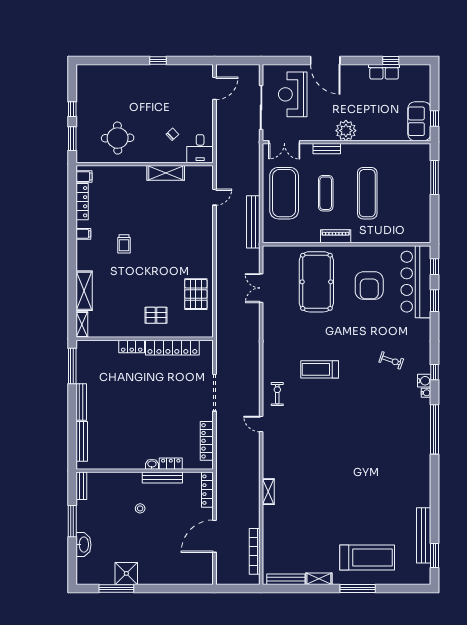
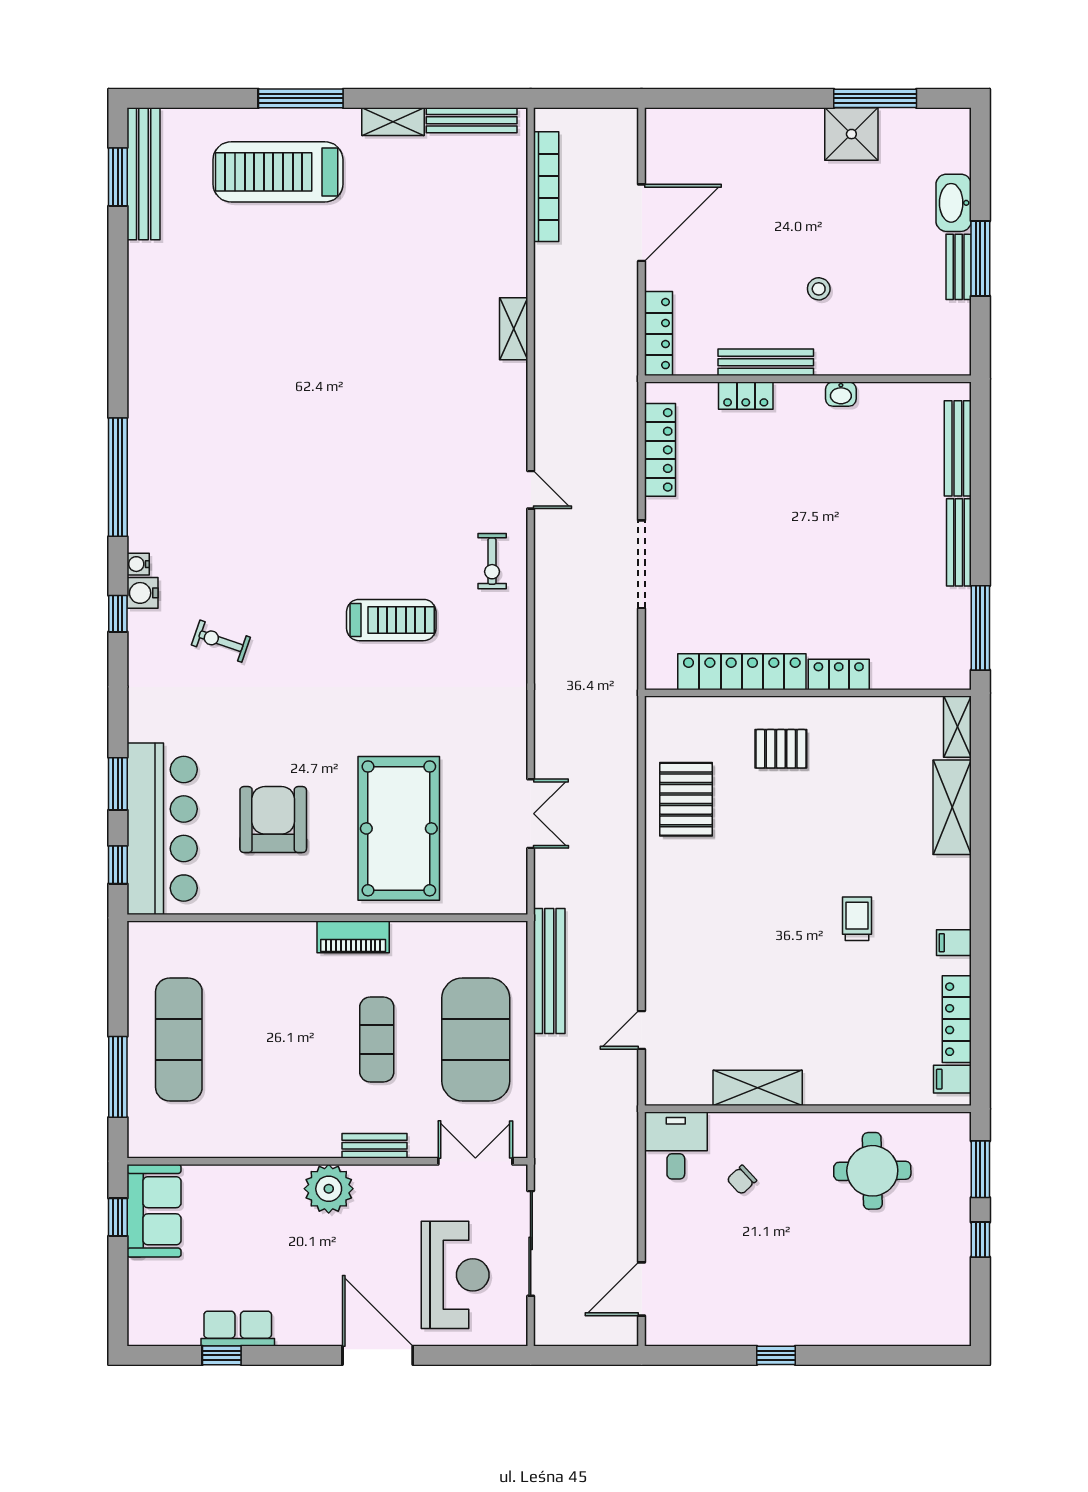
exercise mat: (367, 193) -> (179, 1039), moved
washbasin: (152, 464) -> (841, 394), moved
bench: (81, 486) -> (959, 267), moved
bench: (424, 535) -> (144, 174), moved

